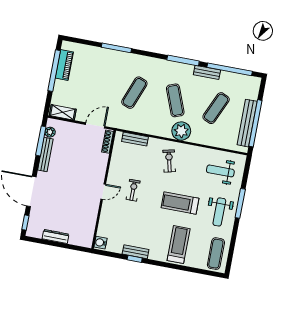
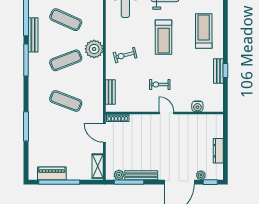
bench: (207, 72) -> (33, 35), width x1.36
plant: (34, 214) -> (201, 175), added
water cooler: (101, 243) -> (197, 106), moved
treadmill: (179, 245) -> (204, 31), turned 90

